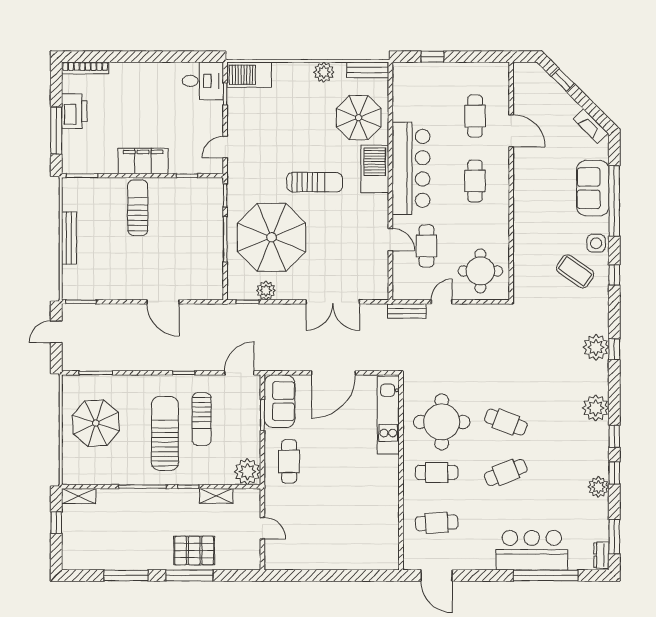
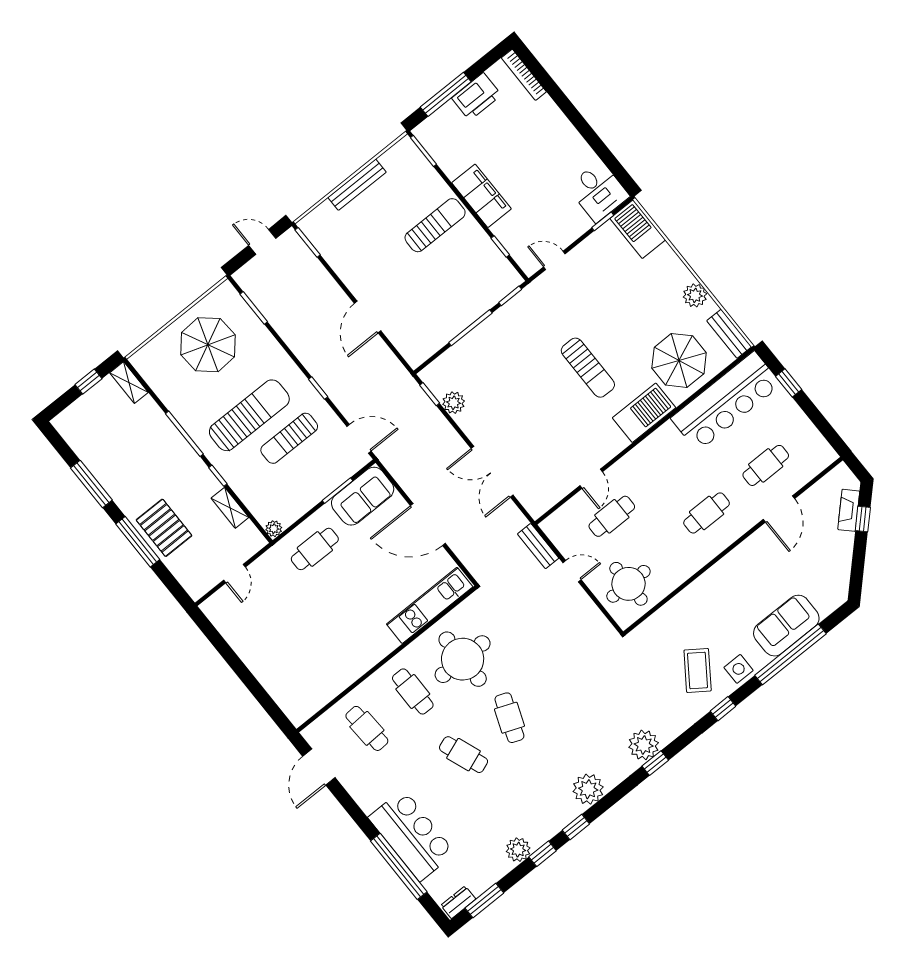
fireplace: (591, 126) -> (849, 510), moved
bar counter: (411, 168) -> (726, 401), moved
parasol: (272, 237) -> (506, 369), removed
plant: (247, 472) -> (274, 529), width x0.53, depth x0.53

